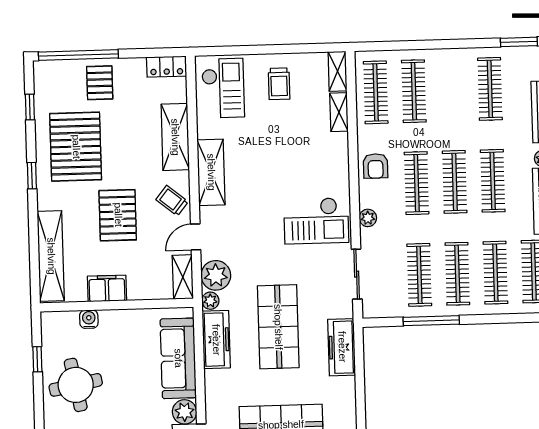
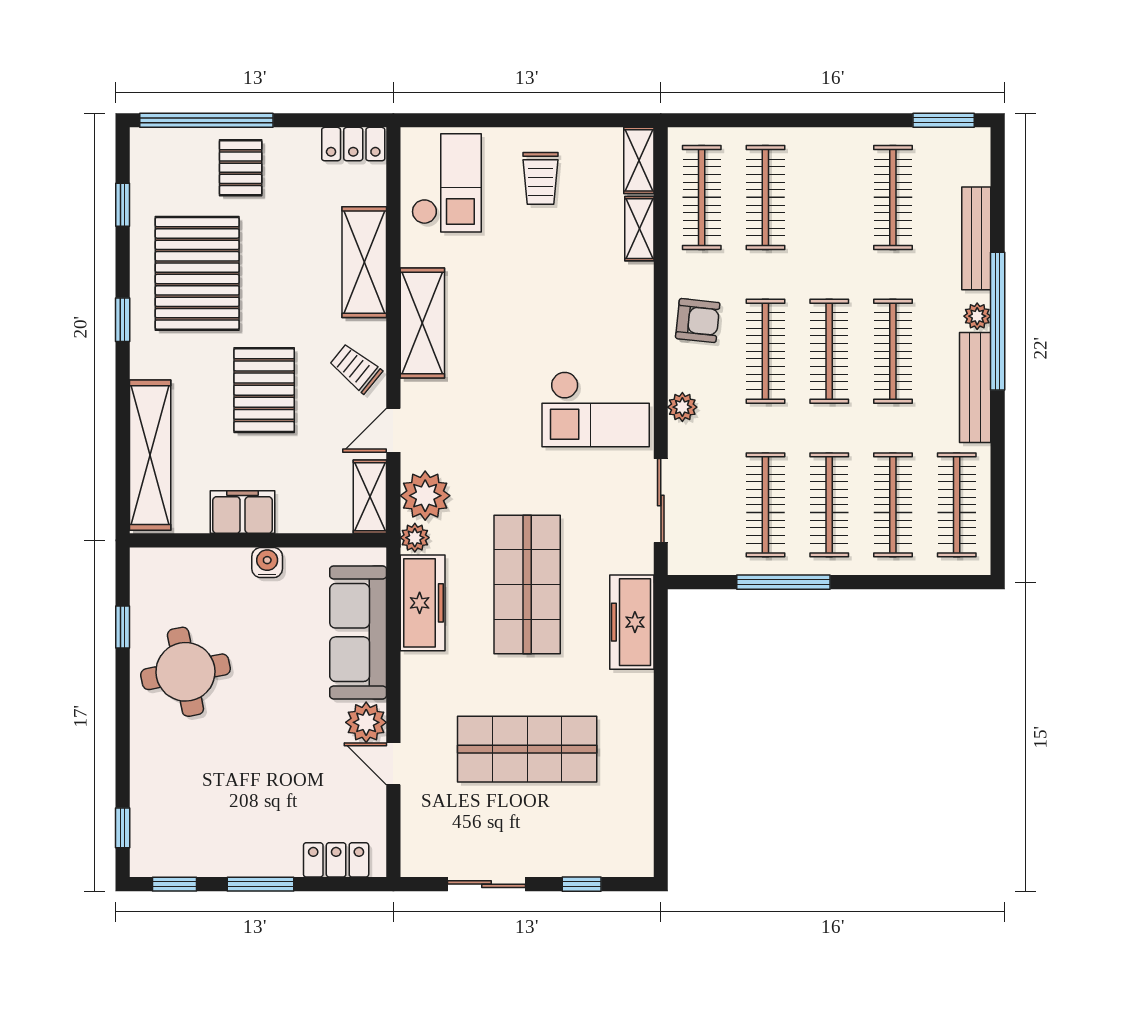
armchair: (376, 166) -> (698, 321), turned -84
water cooler: (89, 319) -> (267, 563), moved

